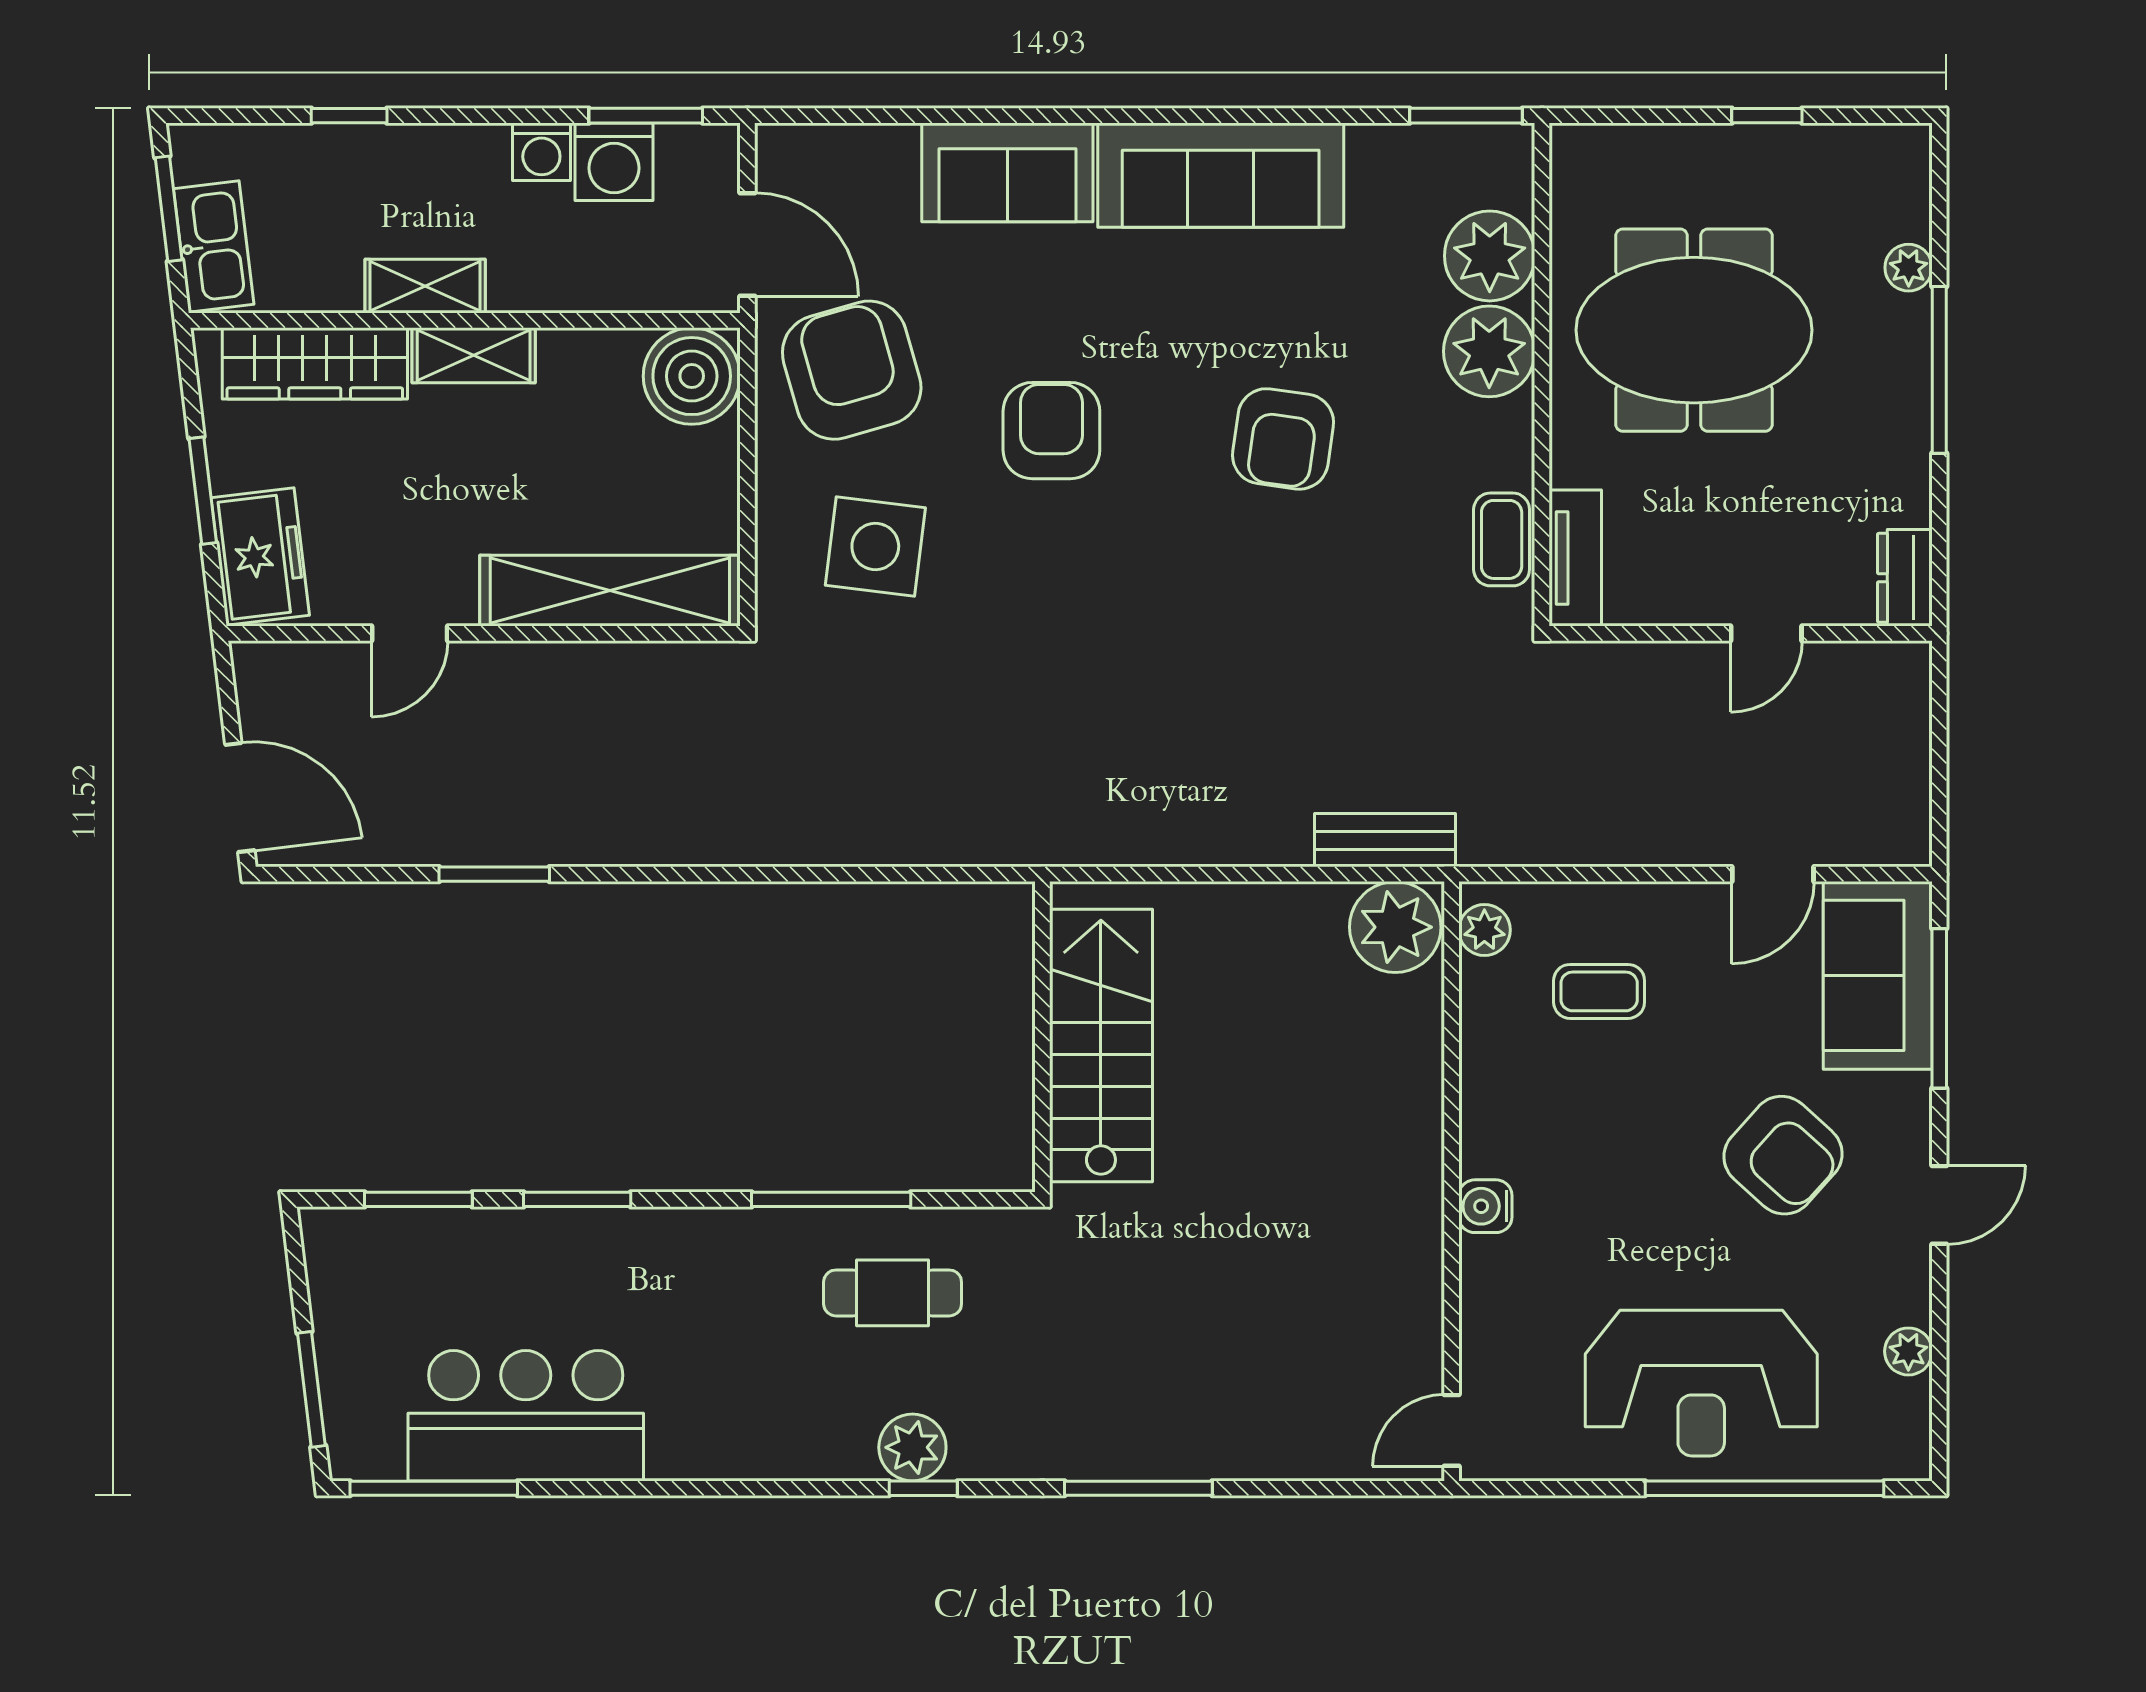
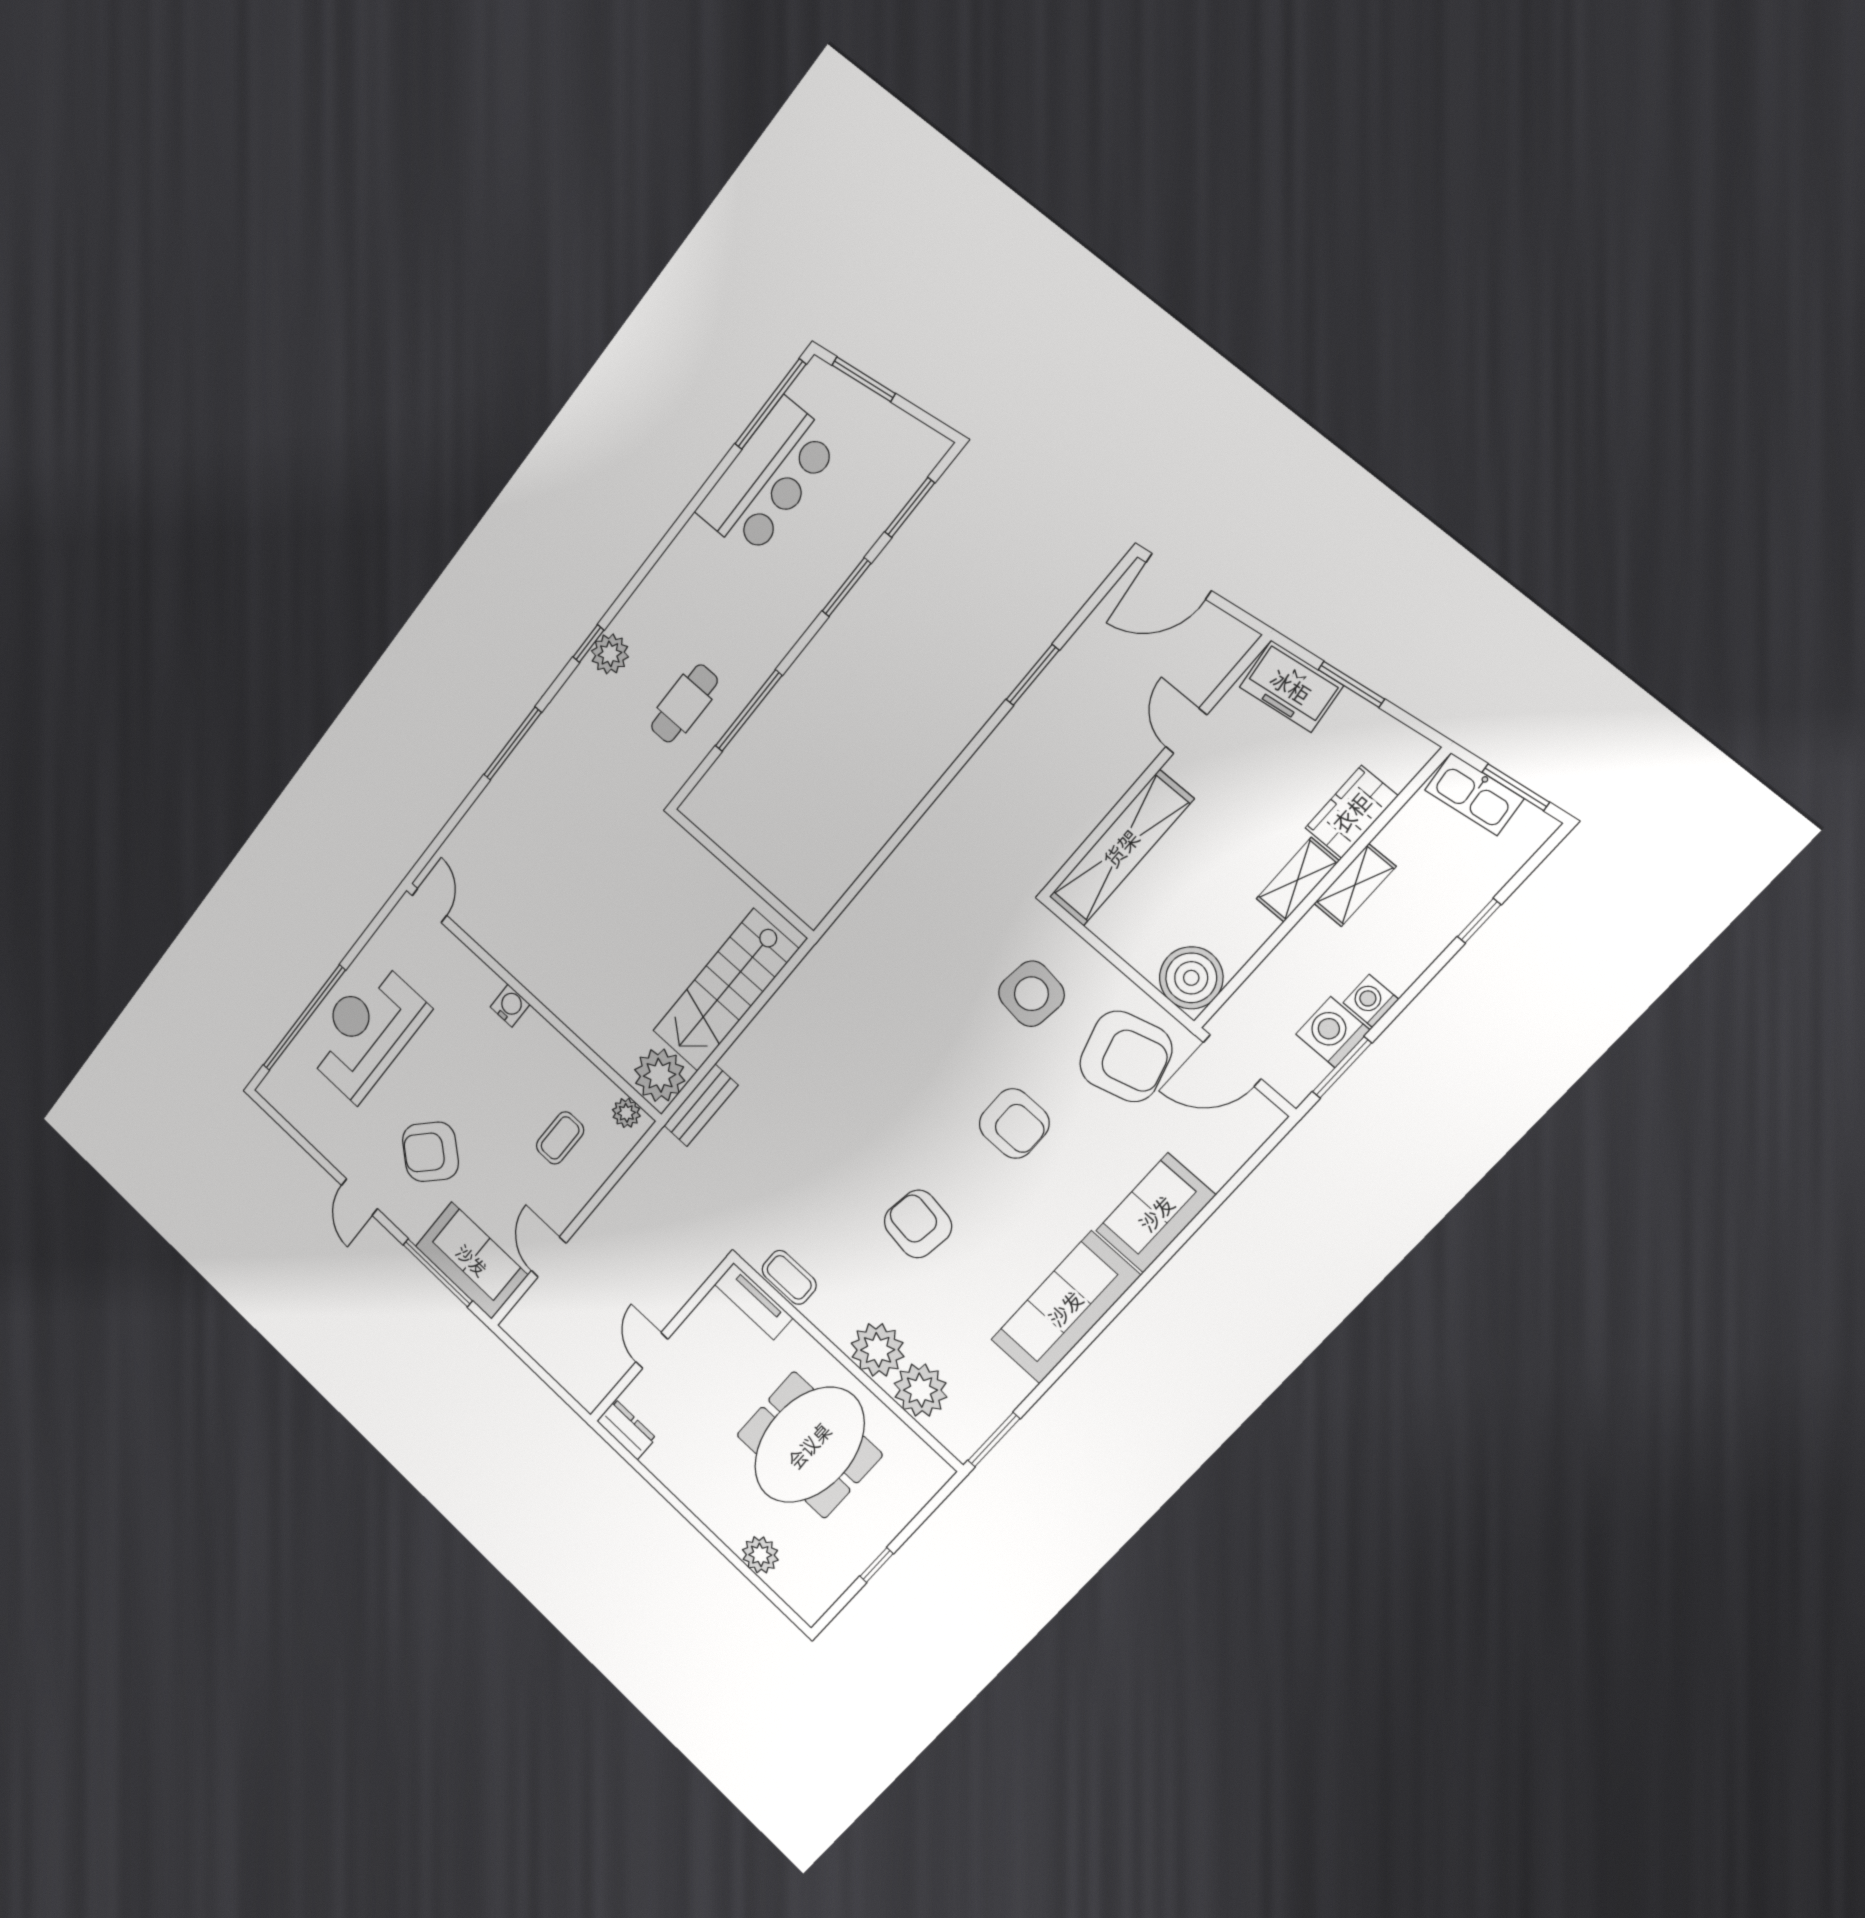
plant: (1909, 268) -> (760, 1555), width x1.38, depth x1.38
wardrobe: (315, 363) -> (1351, 812), width x0.67
window: (1939, 370) -> (702, 1528), removed
stairs: (1101, 1045) -> (725, 990), moved, turned 90
plant: (1908, 1351) -> (312, 1129), removed

